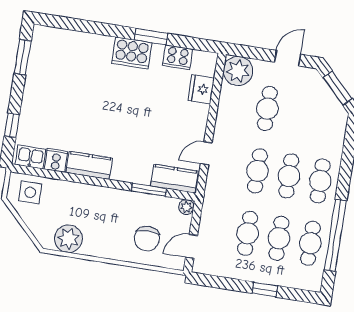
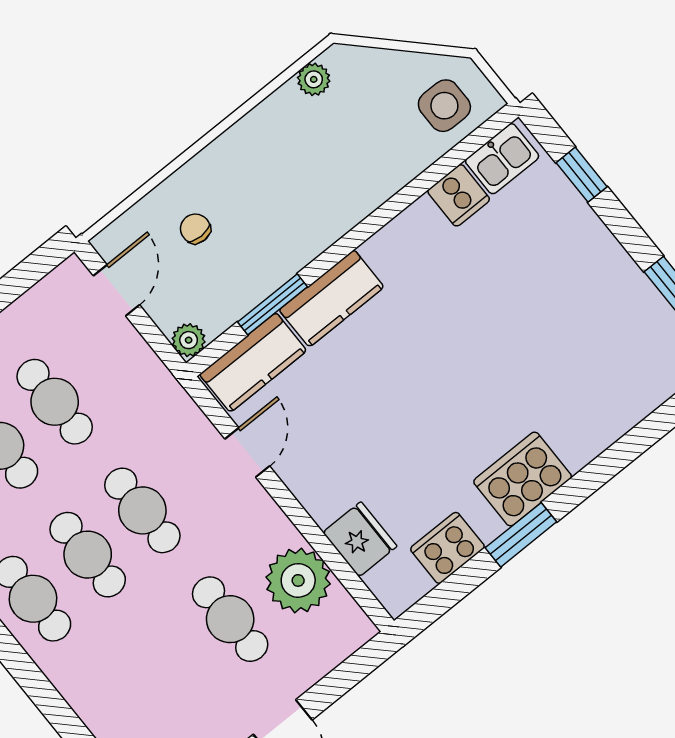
plant: (238, 71) -> (298, 580), moved
kitchen counter: (89, 165) -> (332, 298), moved
plant: (68, 239) -> (314, 79), width x0.53, depth x0.53
chair: (147, 239) -> (195, 229), width x0.54, depth x0.54

